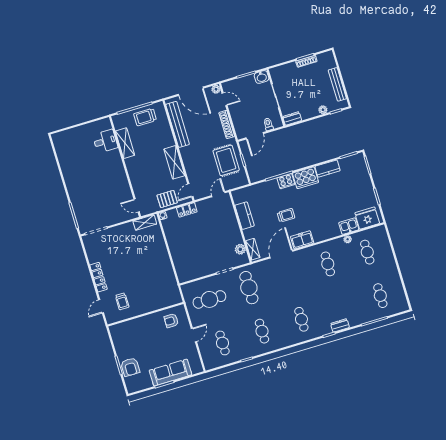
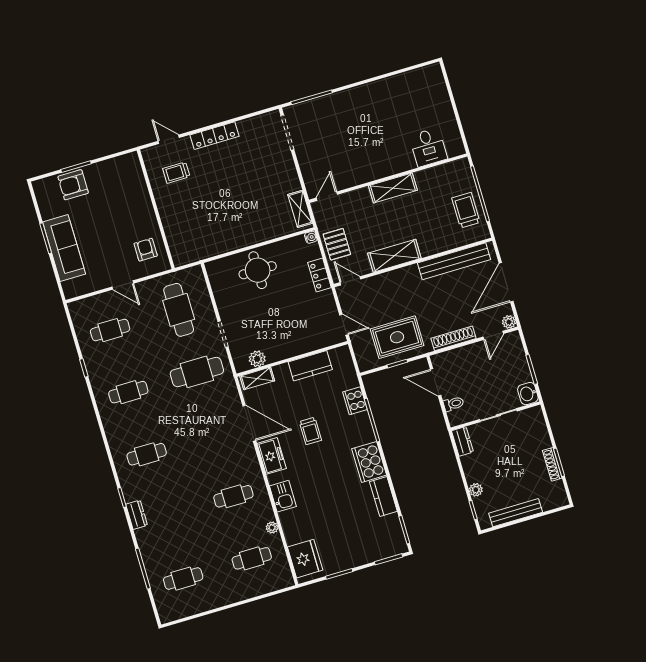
shelving: (125, 143) -> (393, 188), moved
cooker: (286, 181) -> (355, 401), moved
kitchen sink: (349, 226) -> (283, 496), moved
round table: (184, 249) -> (258, 270), added

